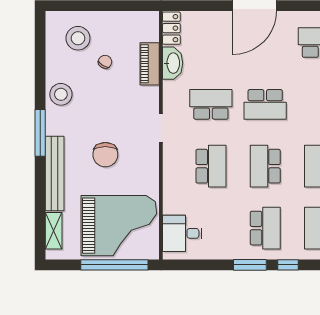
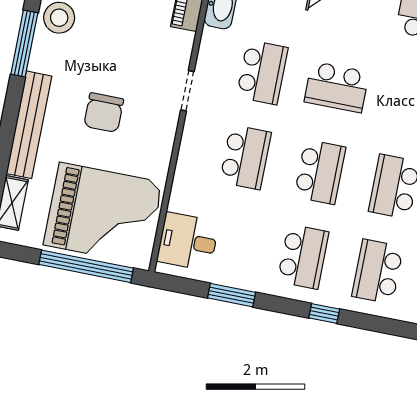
school desk: (211, 104) -> (262, 72), turned 90
window: (40, 133) -> (24, 44), moved
school desk: (265, 166) -> (320, 172), turned 180
window: (250, 265) -> (232, 295), moved

